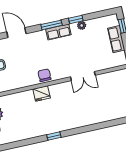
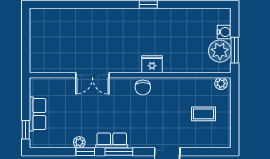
double door: (83, 76) -> (92, 75), swing flipped

